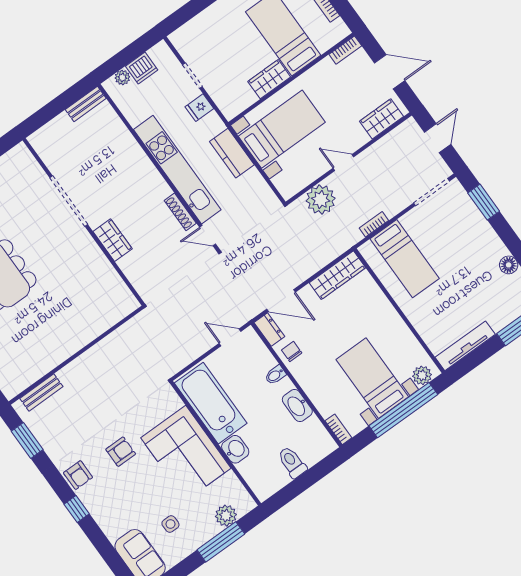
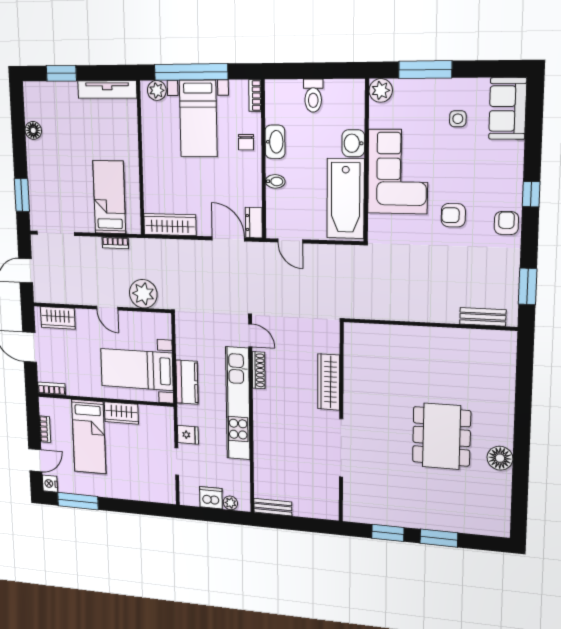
wardrobe: (113, 240) -> (329, 382), width x1.50
chair: (292, 351) -> (246, 142), moved
plant: (226, 516) -> (381, 90), moved

